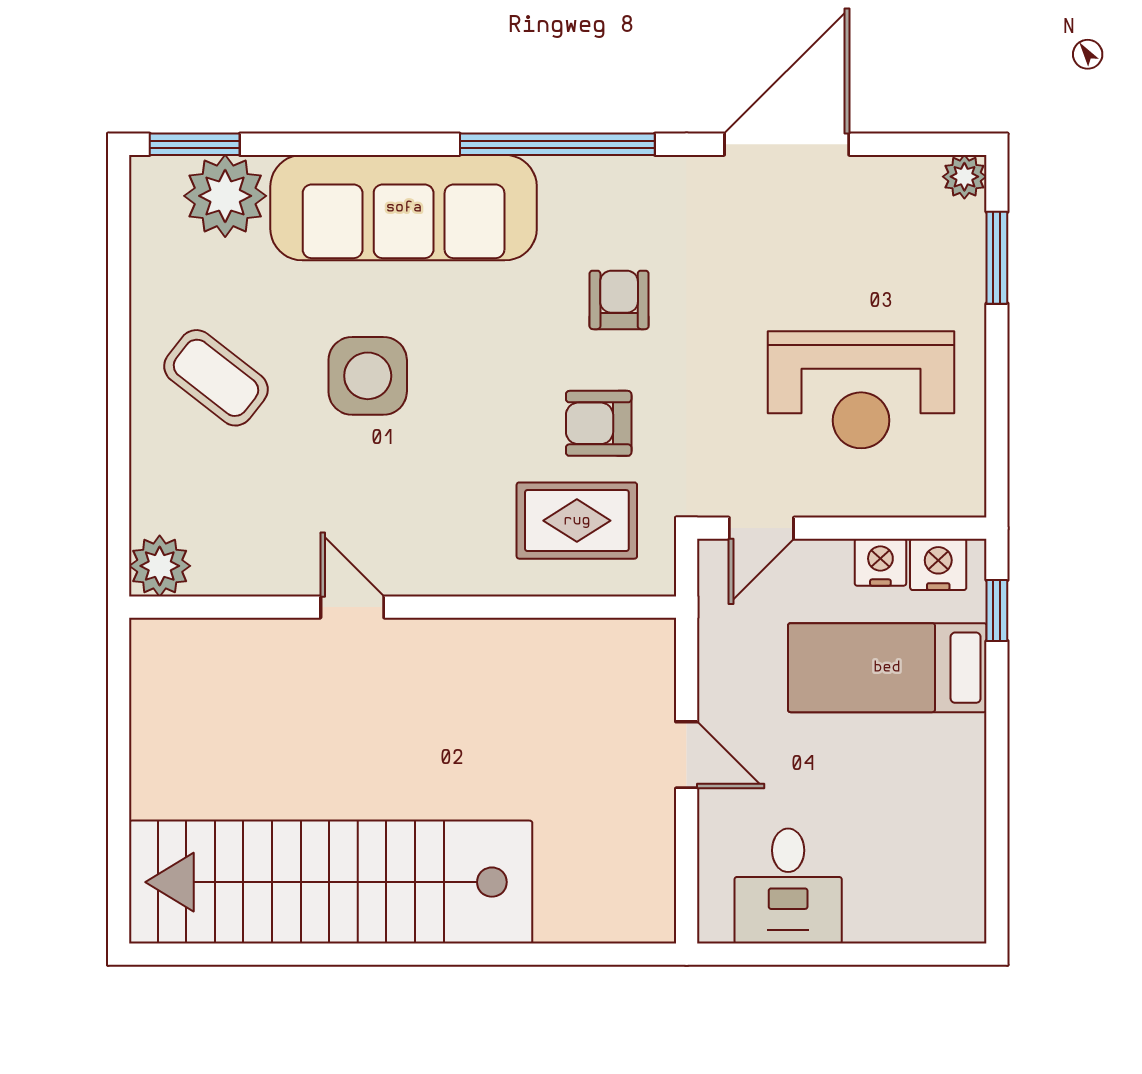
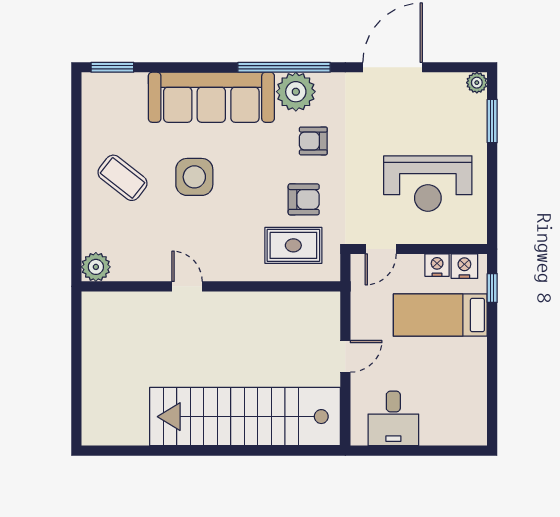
plant: (225, 196) -> (296, 92), moved
armchair: (619, 300) -> (313, 141), turned -90
armchair: (599, 423) -> (304, 199), turned 180
door: (687, 755) -> (345, 356), hinge flipped
stairs: (331, 882) -> (245, 417), moved

